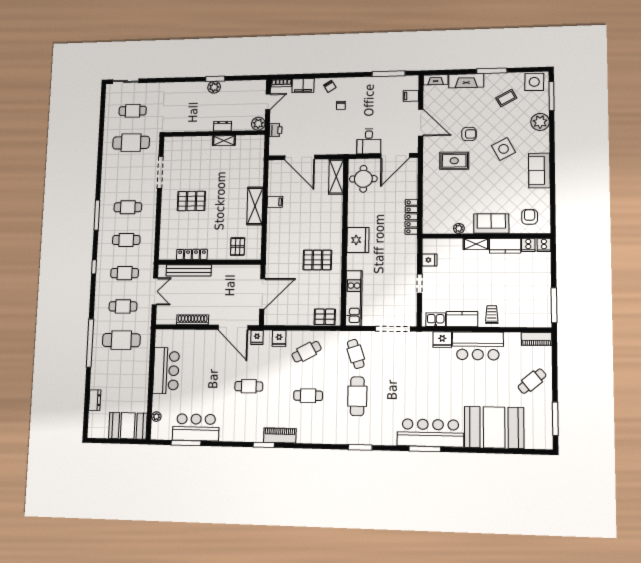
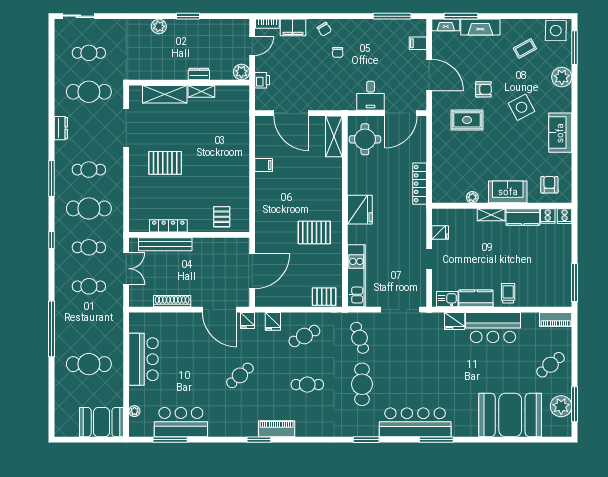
window: (492, 71) -> (461, 16), moved
plant: (214, 87) -> (159, 26), moved
shelving: (255, 206) -> (165, 94), moved, turned 90
cafe table: (126, 240) -> (89, 208), width x1.37, depth x1.35
cafe table: (121, 340) -> (89, 364), moved
cafe table: (249, 386) -> (240, 375), turned -42
dresser: (95, 400) -> (61, 128), moved
plant: (542, 420) -> (561, 406), added
bar counter: (430, 433) -> (415, 422), moved

